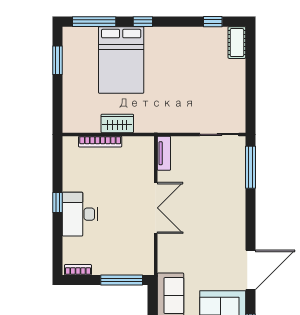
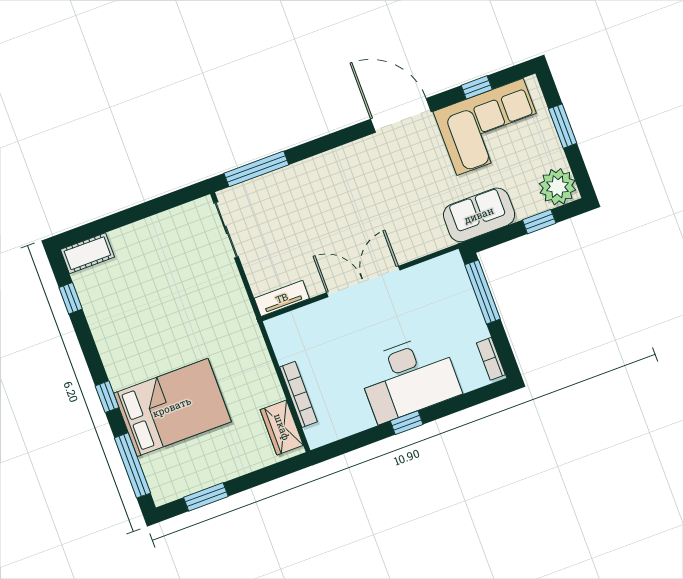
wardrobe: (117, 123) -> (282, 427), moved
desk: (80, 214) -> (409, 378), width x1.36, depth x1.30

